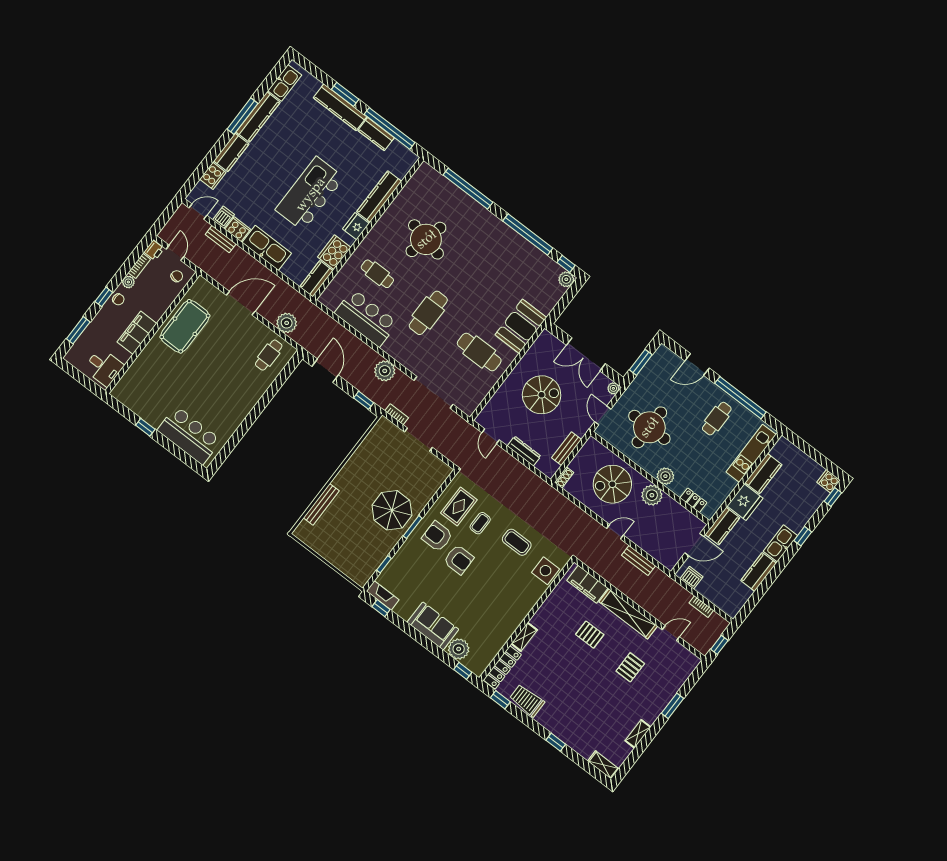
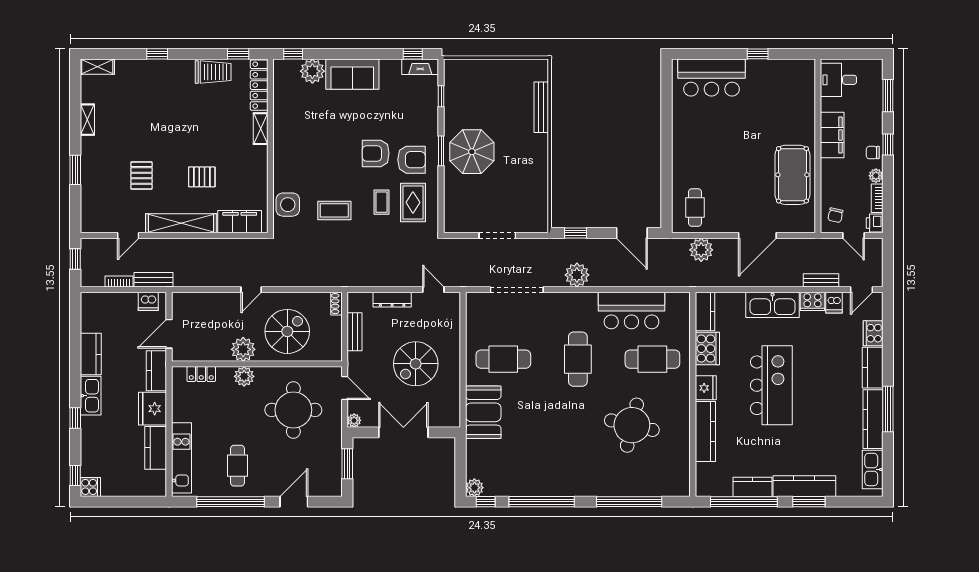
cafe table: (377, 274) -> (652, 359), width x1.37, depth x1.35
bookcase: (397, 414) -> (535, 243), removed
bench: (639, 561) -> (153, 280), moved

